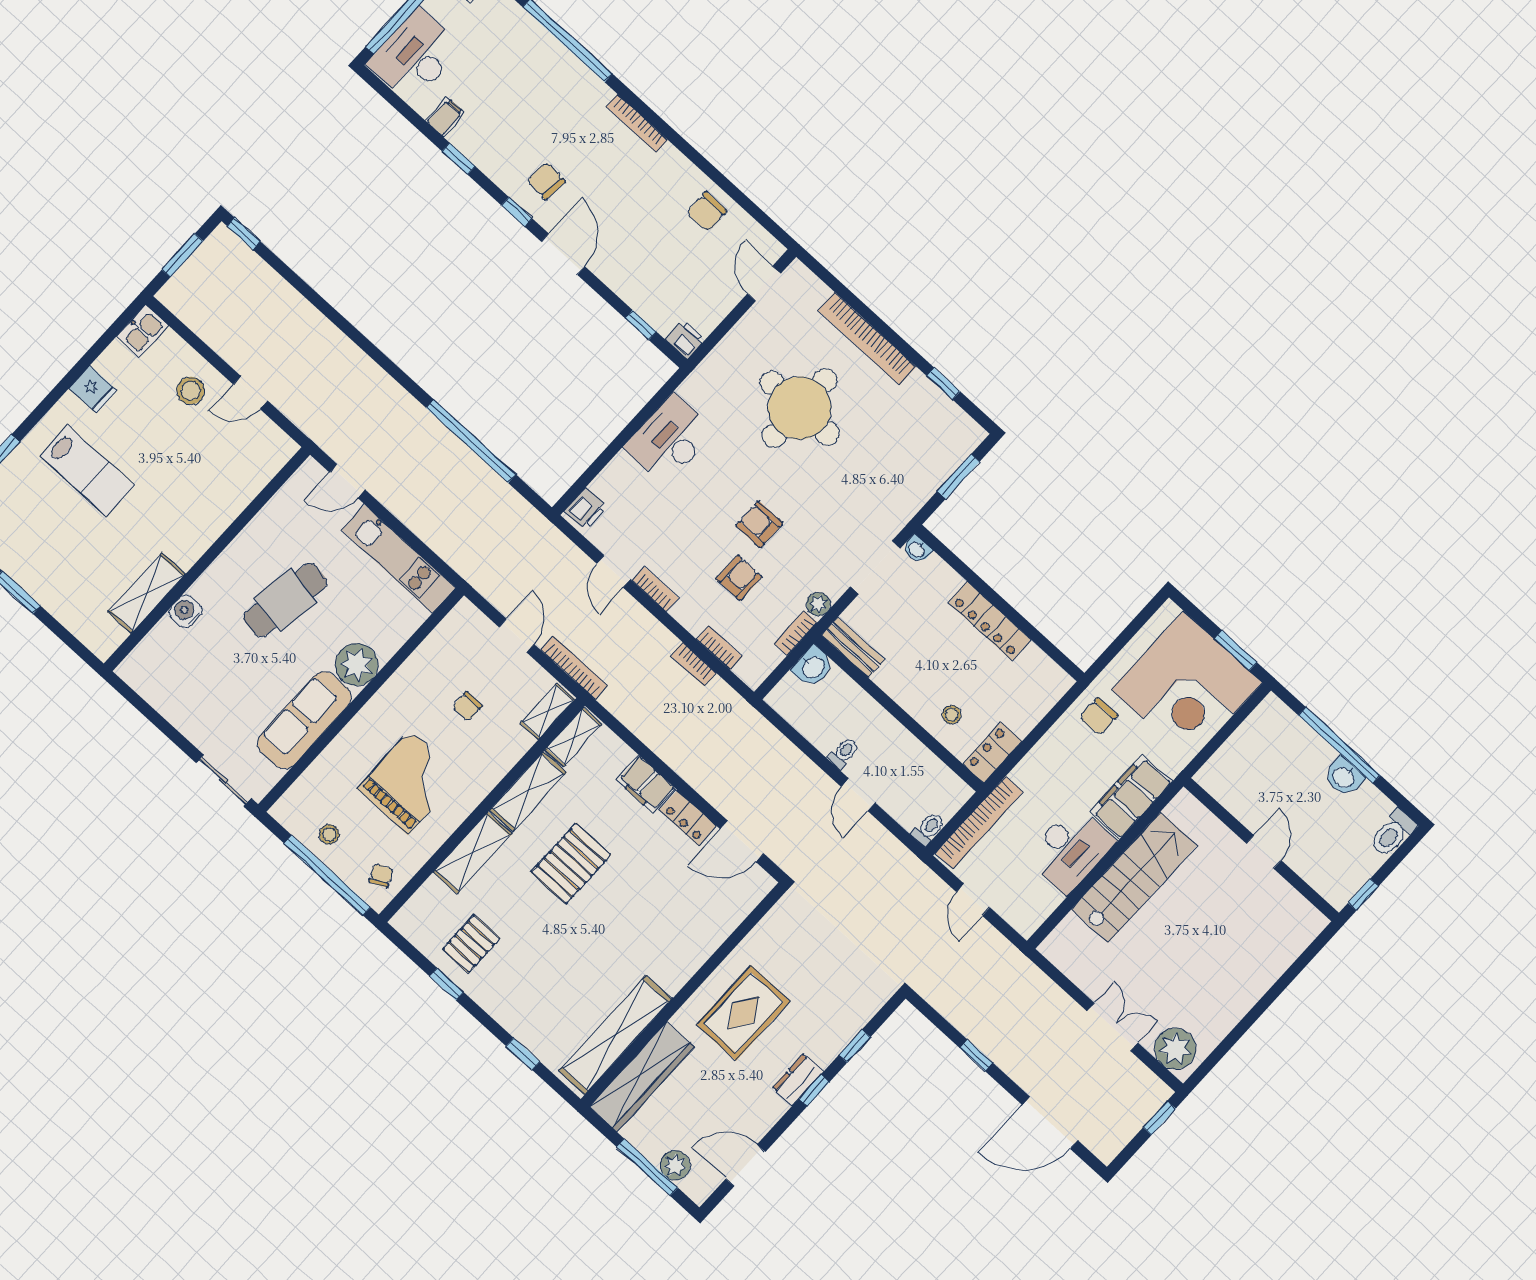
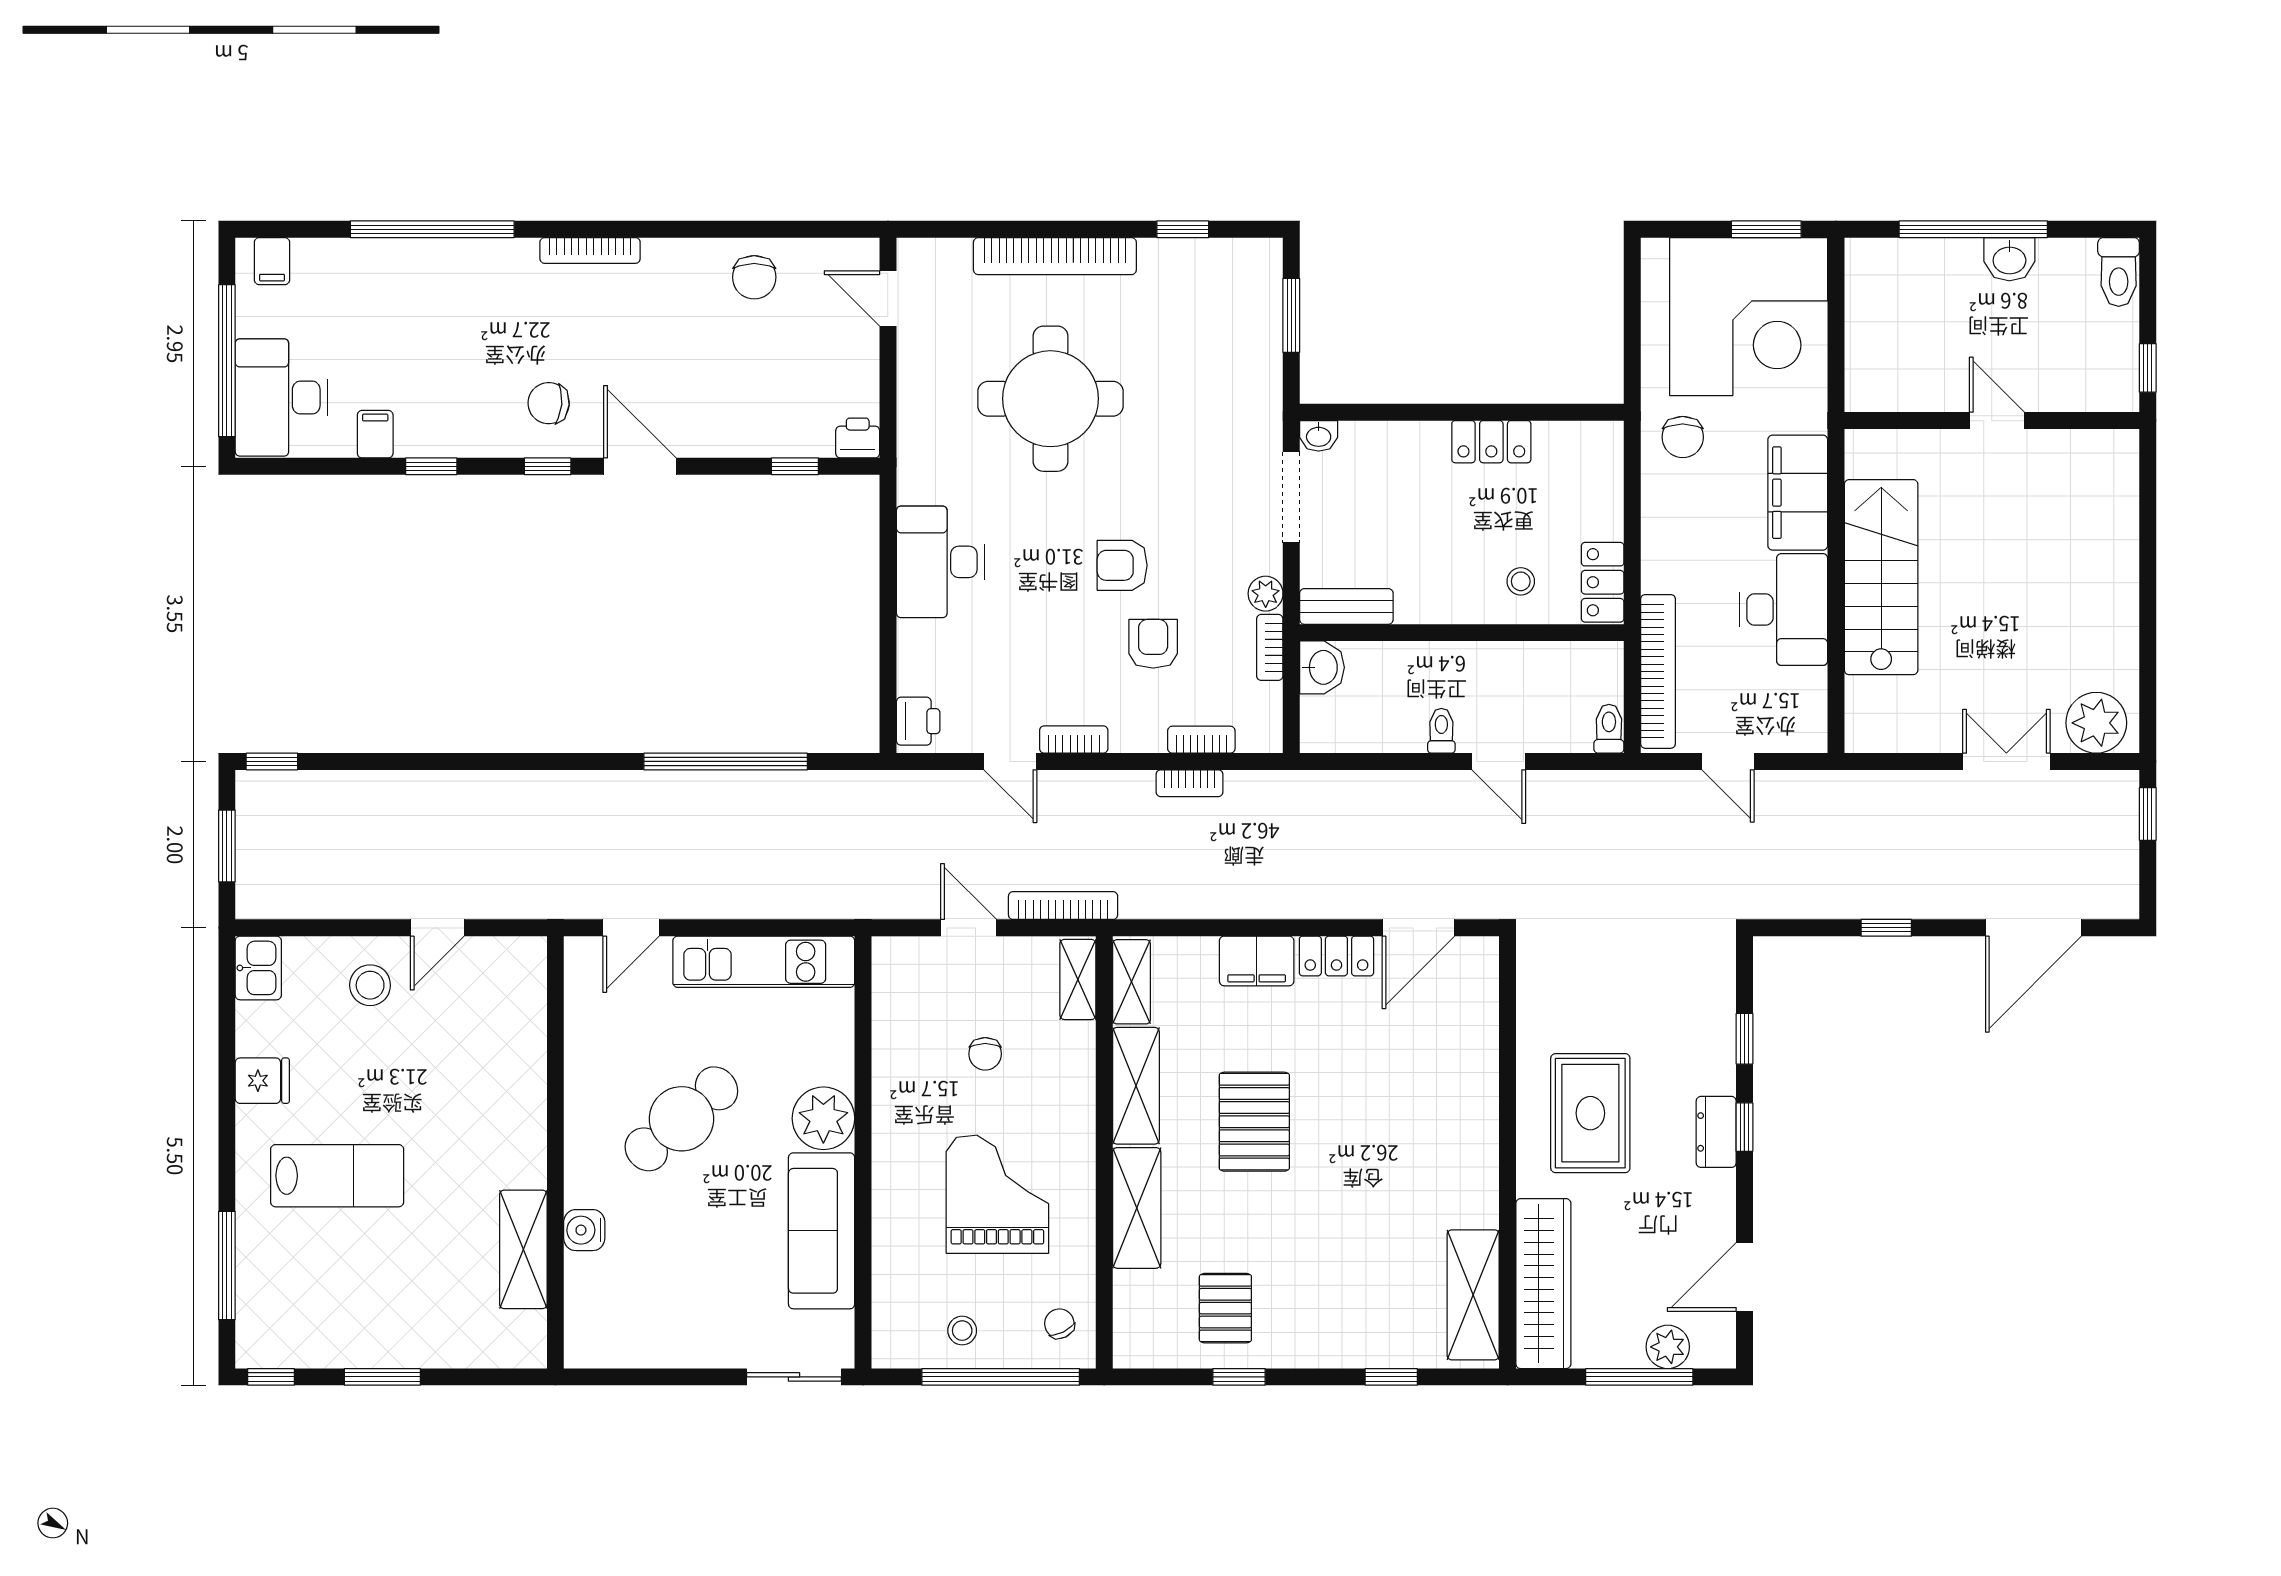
cafe table: (285, 600) -> (681, 1119), turned 40
locker: (990, 621) -> (1491, 442), width x0.66
shelving: (615, 1035) -> (1473, 1295), width x0.68

